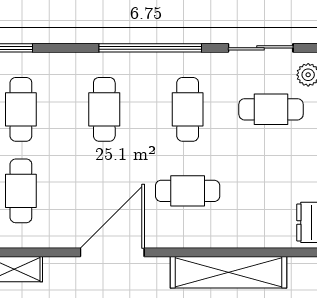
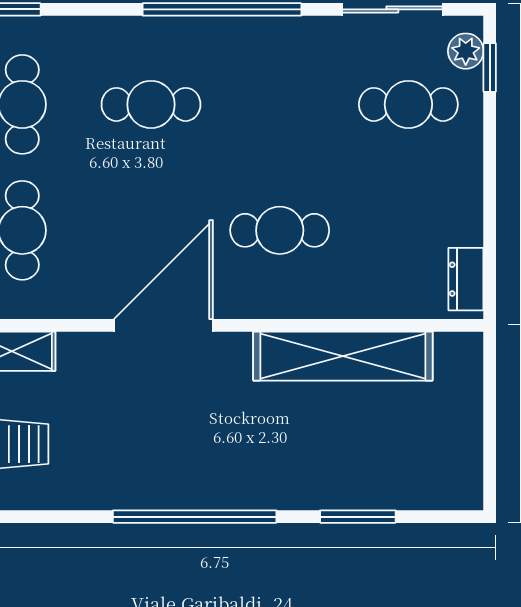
cafe table: (104, 109) -> (151, 104), turned 90
cafe table: (188, 109) -> (280, 104), removed

